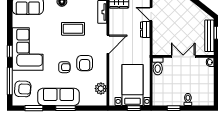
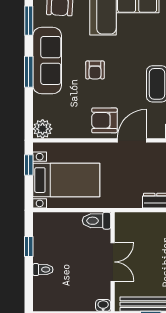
door: (108, 44) -> (132, 140), swing flipped
armchair: (85, 63) -> (104, 120), moved
plant: (101, 89) -> (43, 129), moved
window: (134, 108) -> (29, 165), moved

